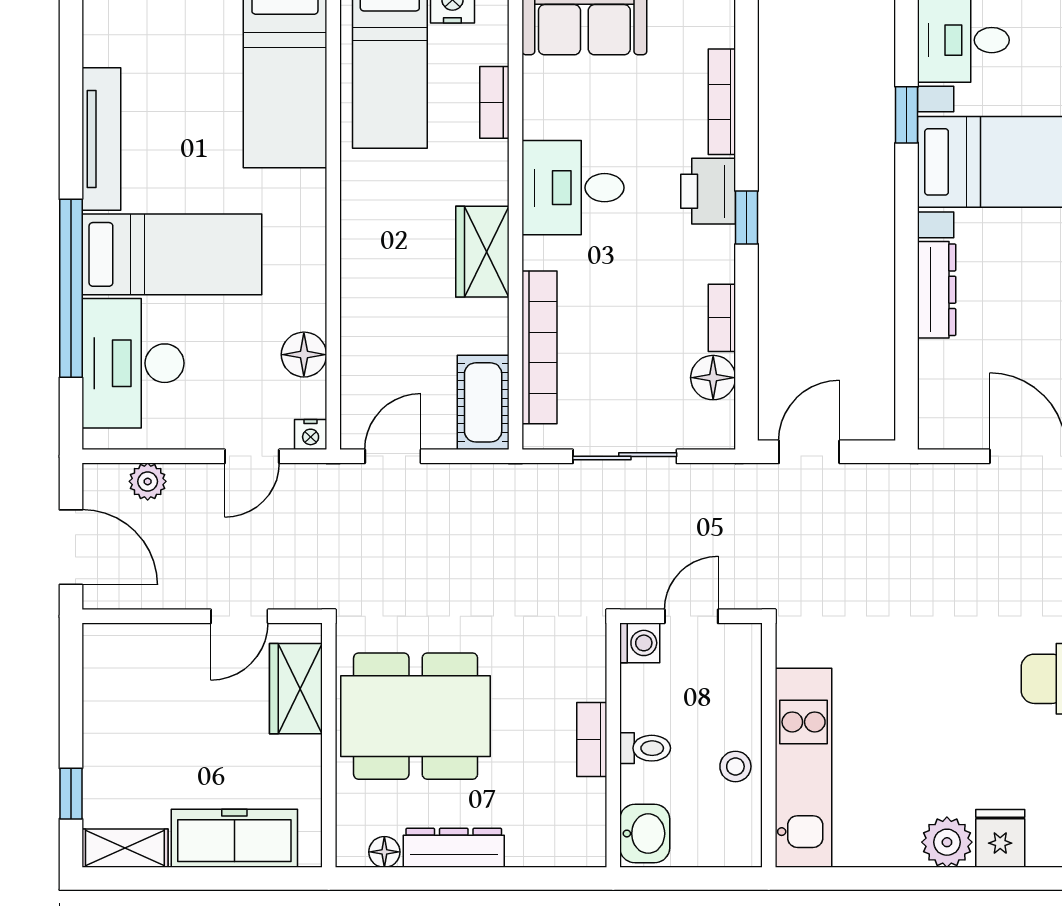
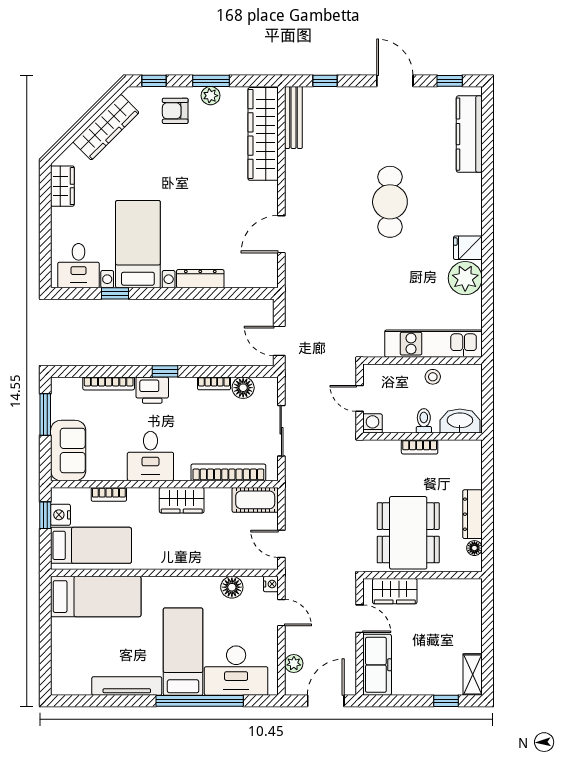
washbasin: (645, 834) -> (460, 421), width x1.38
freezer: (234, 838) -> (377, 665), moved, turned 180
plant: (947, 842) -> (465, 278), width x1.36, depth x1.36

